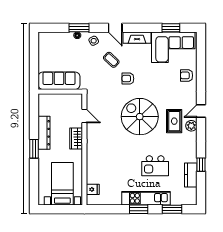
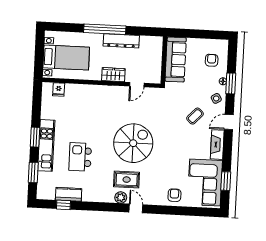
armchair: (128, 79) -> (212, 60), moved
window: (34, 149) -> (105, 29), width x2.11
window: (201, 165) -> (63, 205), moved

